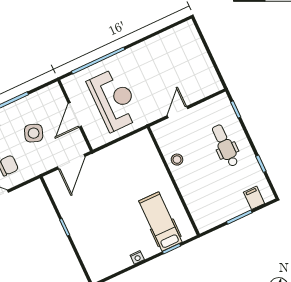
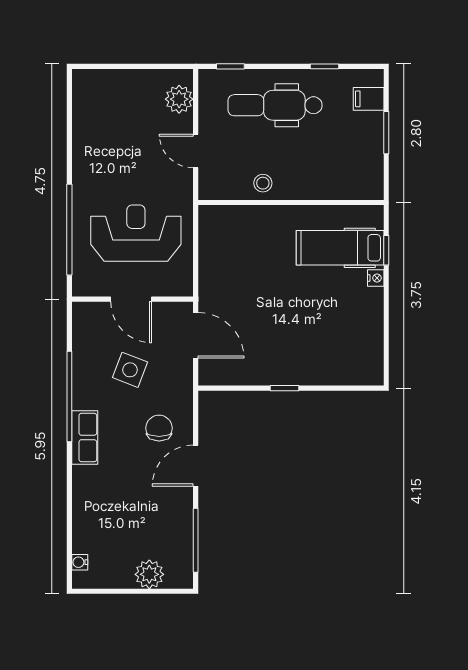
plant: (203, 89) -> (179, 99), added
dental chair: (225, 146) -> (275, 105), width x1.36, depth x1.38
nightstand: (137, 257) -> (376, 278), moved

